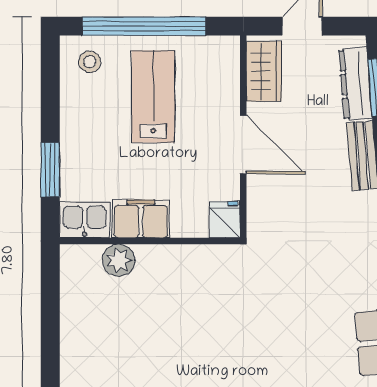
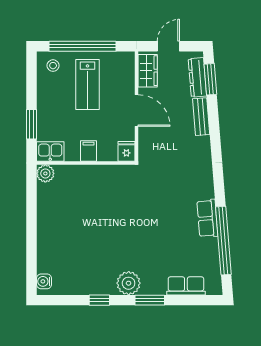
lab bench: (153, 97) -> (87, 84), turned 180
filing cabinet: (141, 219) -> (88, 151), width x0.50
plant: (119, 260) -> (45, 173), moved

